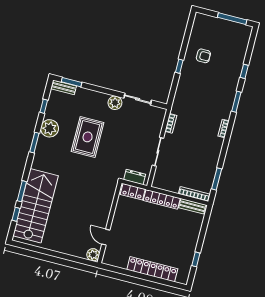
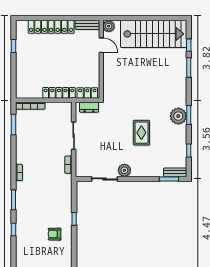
plant: (50, 128) -> (178, 116), moved
rug: (88, 137) -> (141, 133), width x0.73, depth x0.70
stairs: (36, 206) -> (154, 34), moved, turned -90
bench: (192, 206) -> (87, 25), moved

